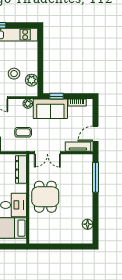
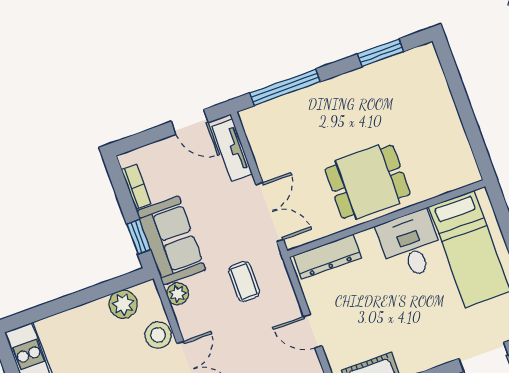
stool: (14, 74) -> (158, 335), moved
window: (96, 221) -> (381, 53), added
floor lamp: (88, 224) -> (394, 68), removed

